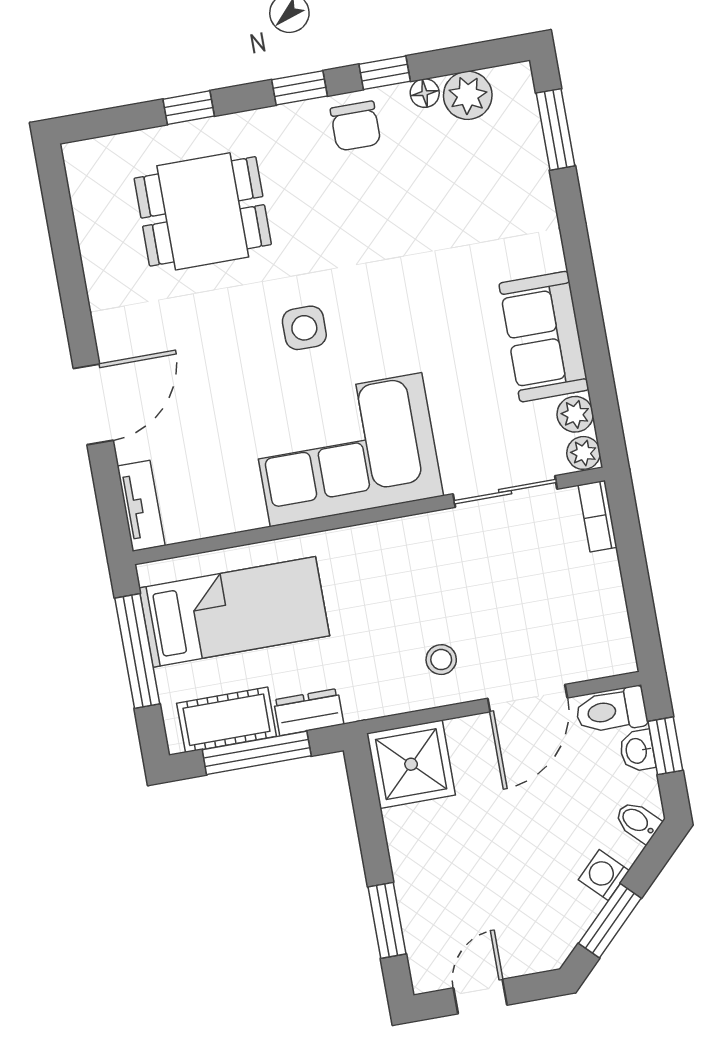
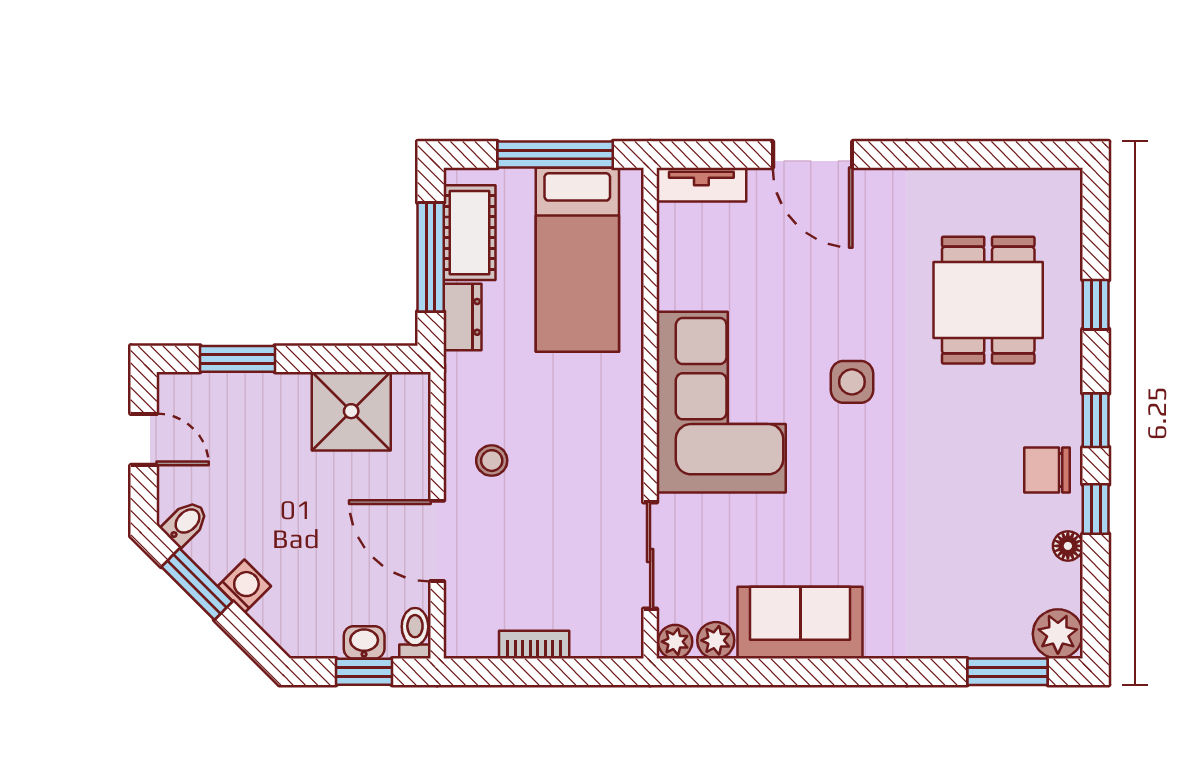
plant: (468, 95) -> (1058, 634), moved
bookcase: (598, 516) -> (534, 645), moved
toilet: (611, 711) -> (415, 633), width x0.73, depth x0.72
shower: (411, 764) -> (351, 411), moved
bidet: (638, 822) -> (185, 523), moved

